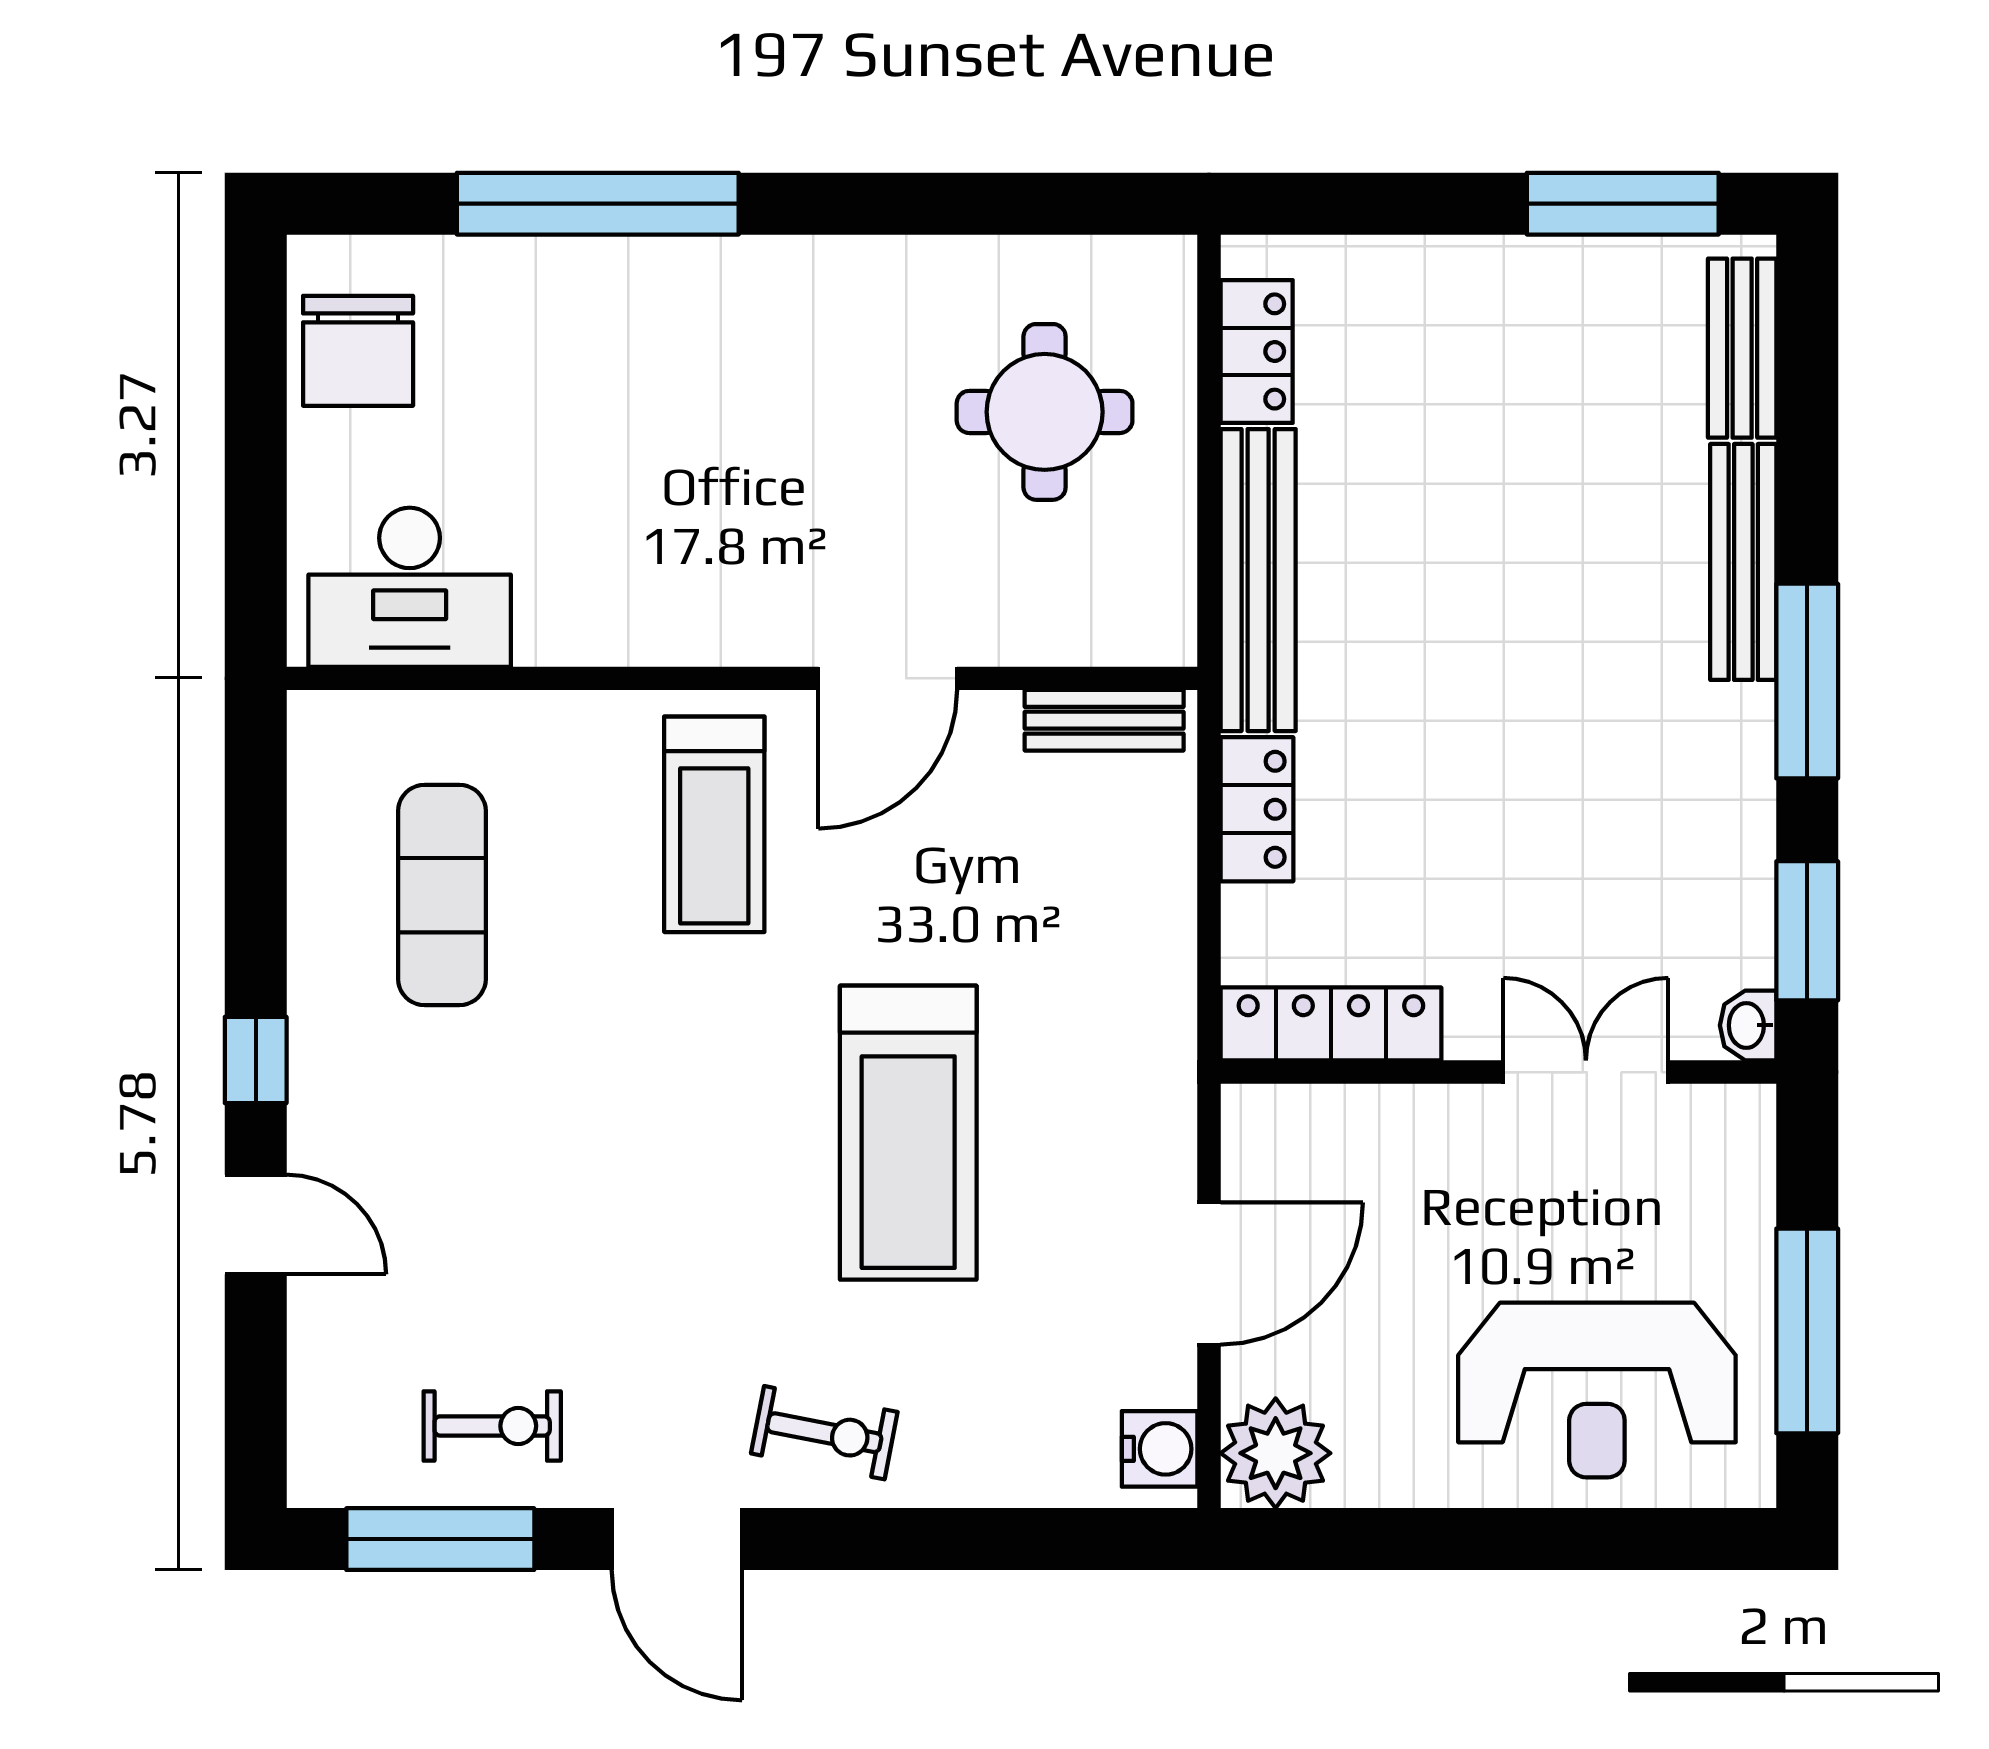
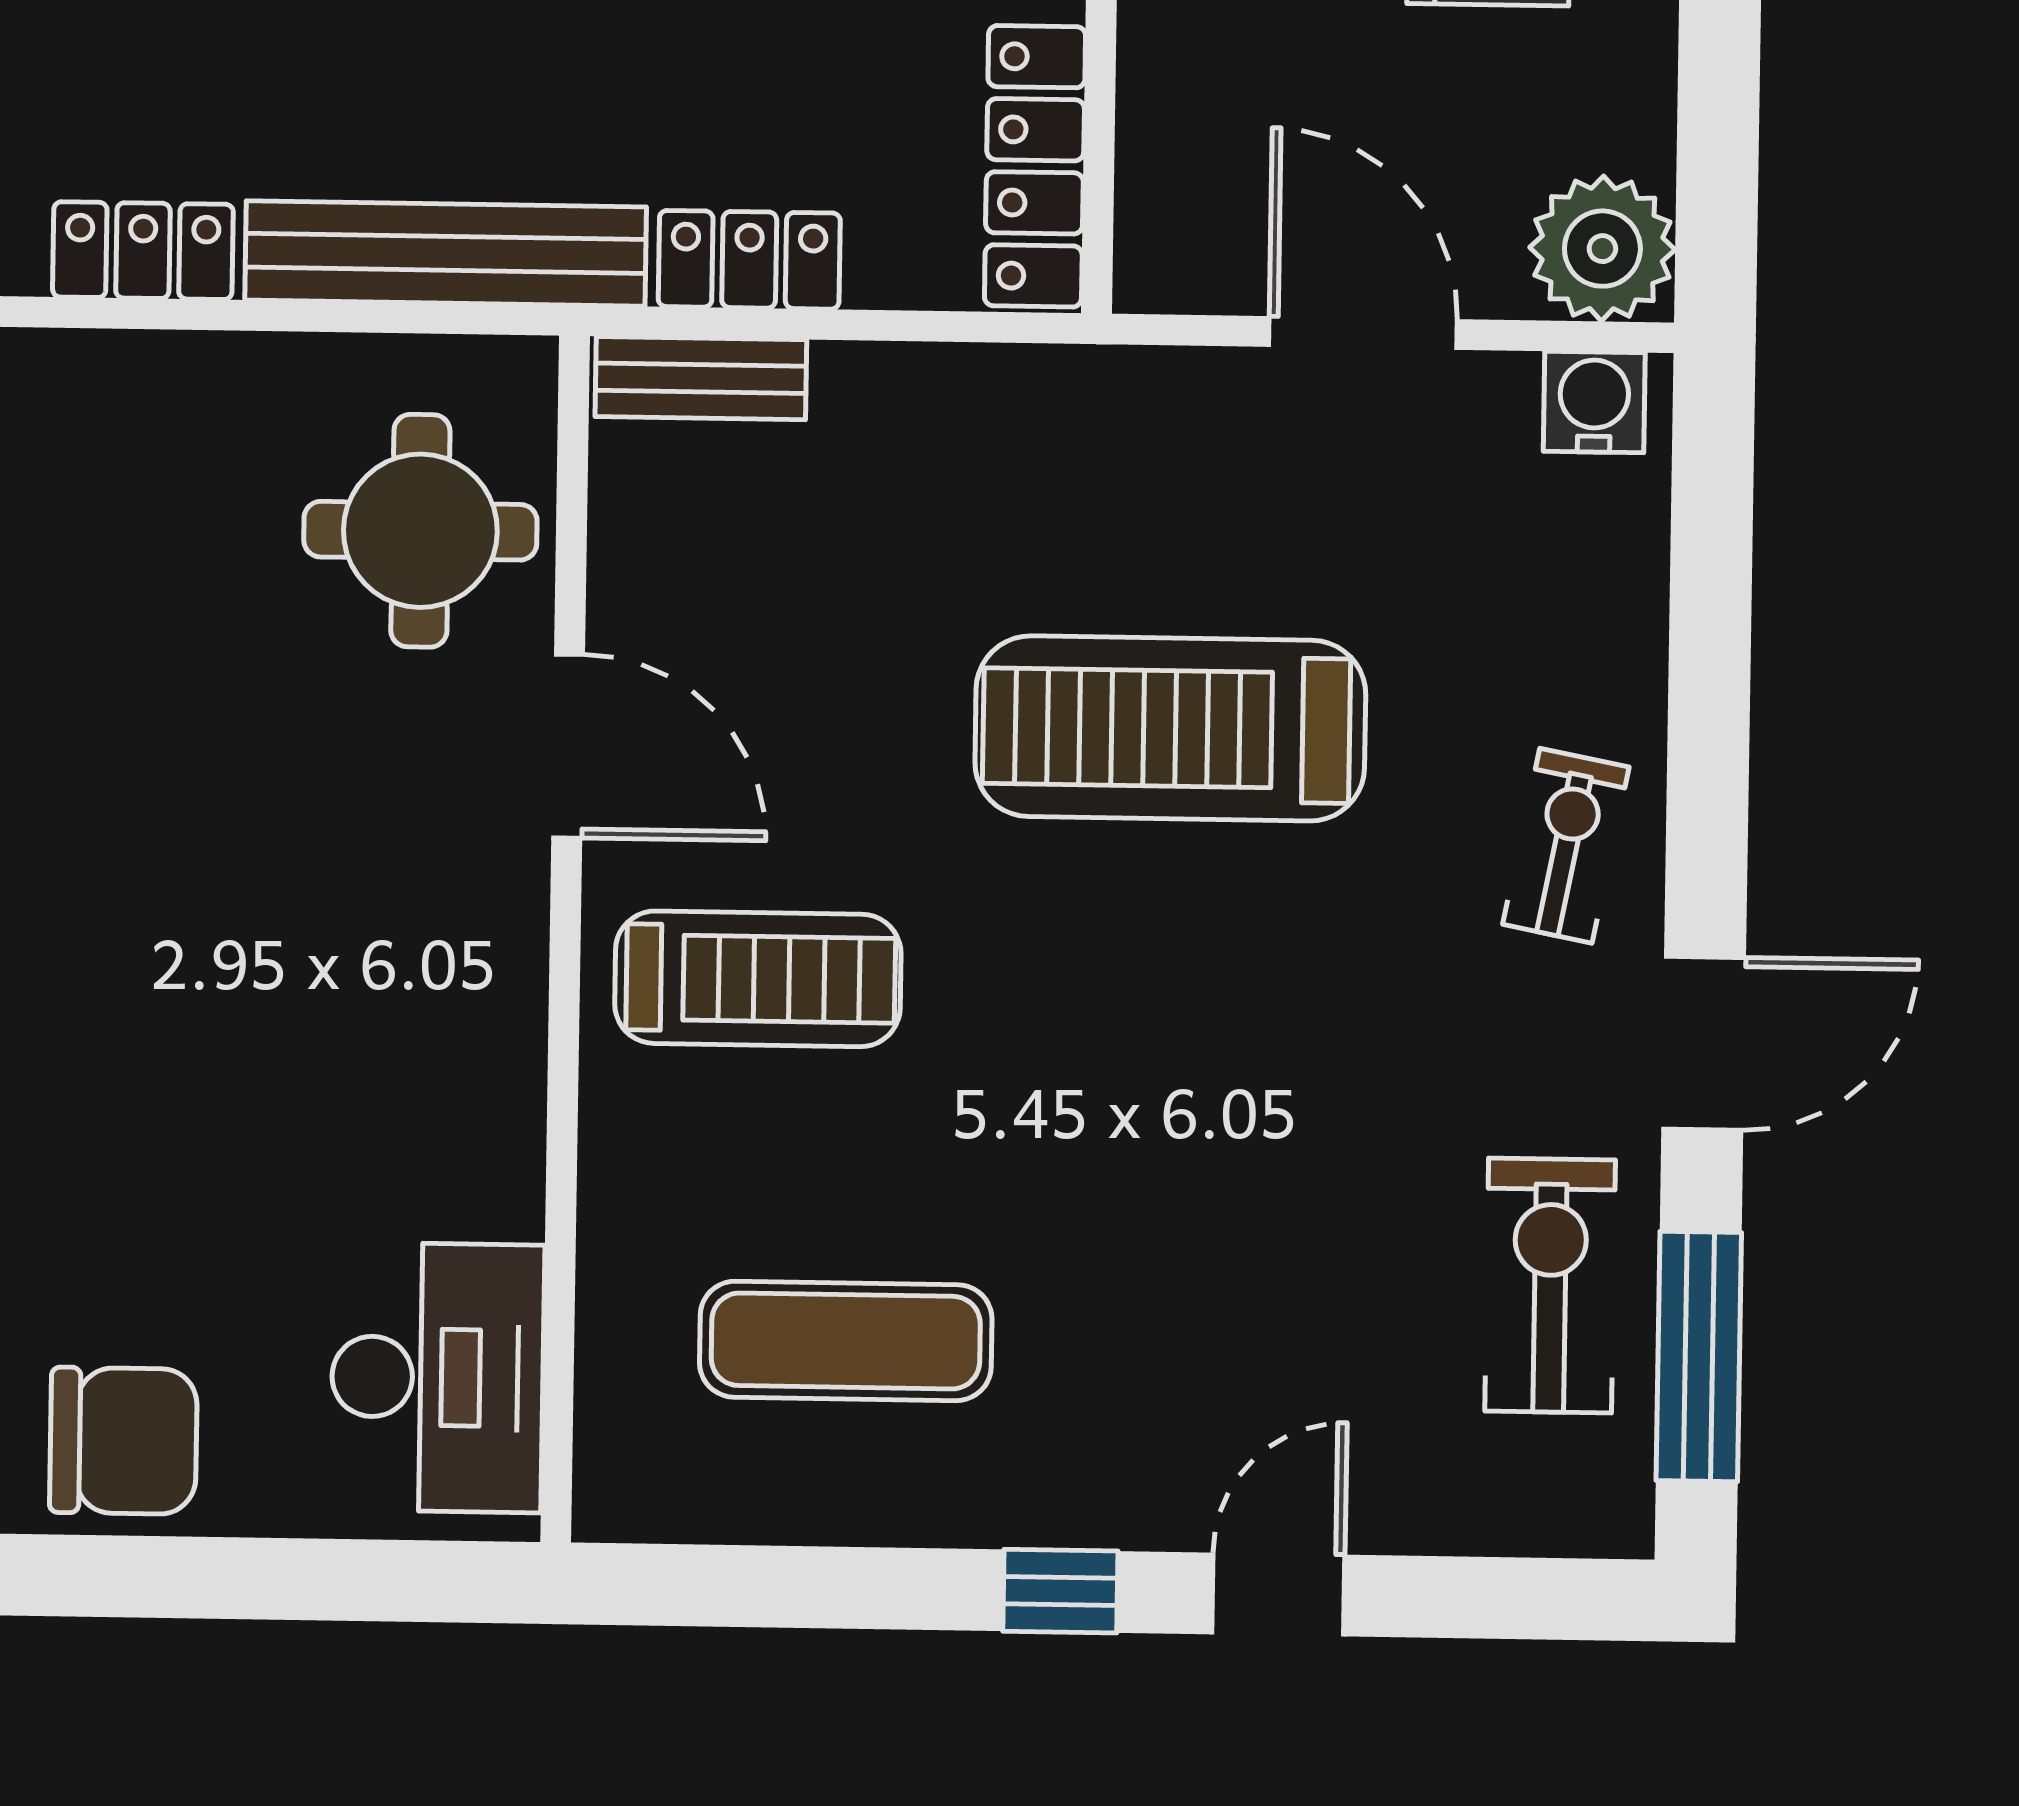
round table: (1045, 412) -> (420, 531), moved
bench: (1104, 720) -> (701, 378), moved, turned 90
treadmill: (908, 1133) -> (1170, 728), turned 180
exercise bike: (492, 1426) -> (1550, 1286), width x1.38, depth x1.39

